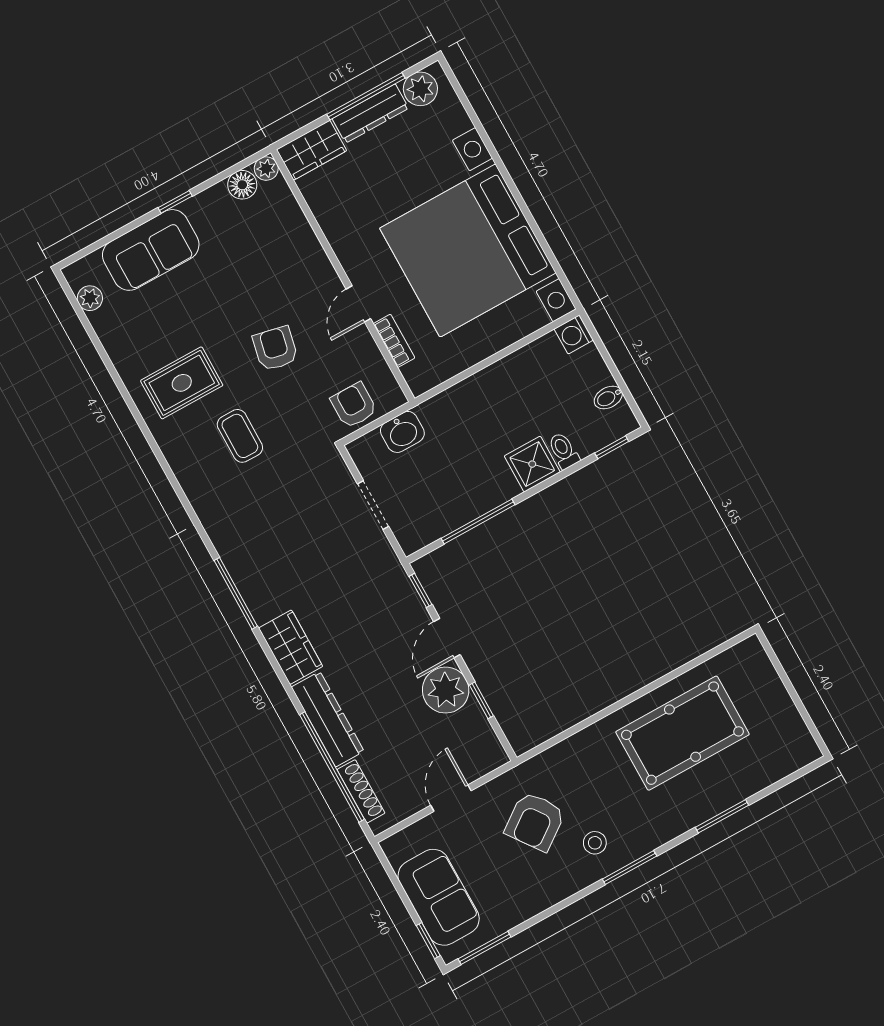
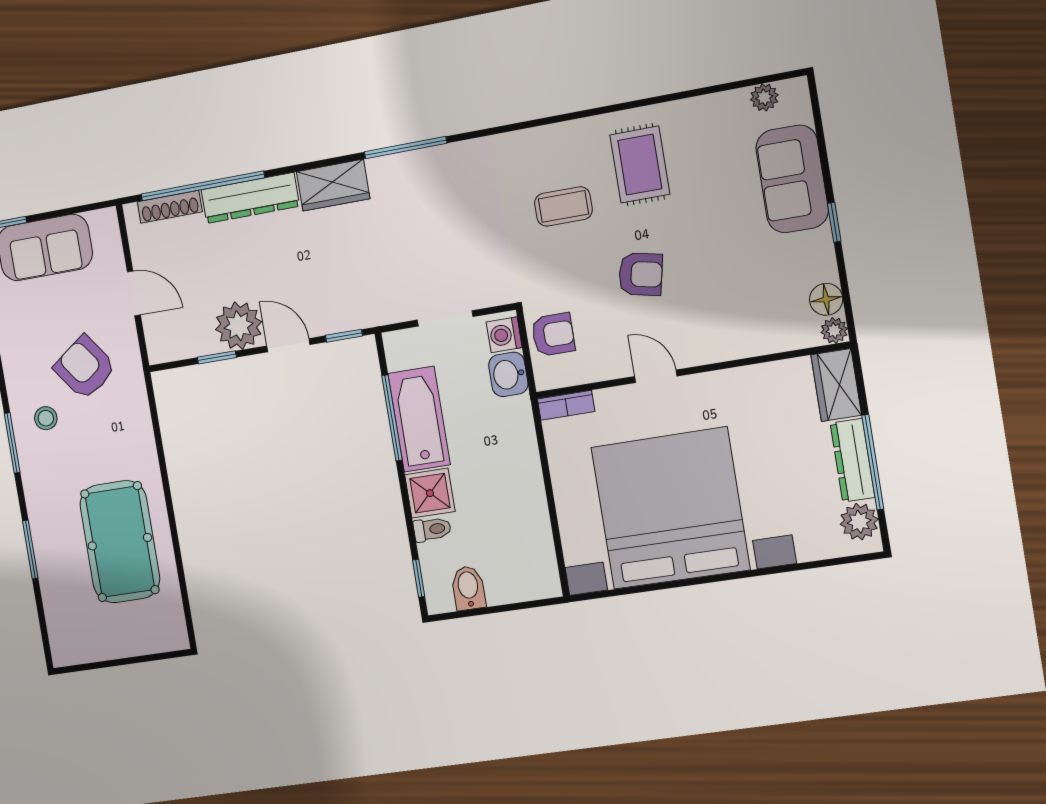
washing machine: (574, 334) -> (504, 335), moved, turned -90
bookcase: (394, 341) -> (566, 405), moved
bidet: (608, 398) -> (468, 588), width x1.38, depth x1.36
bathtub: (470, 497) -> (419, 419), added

